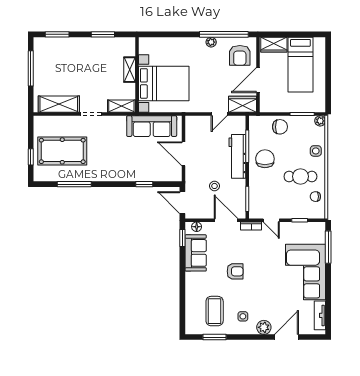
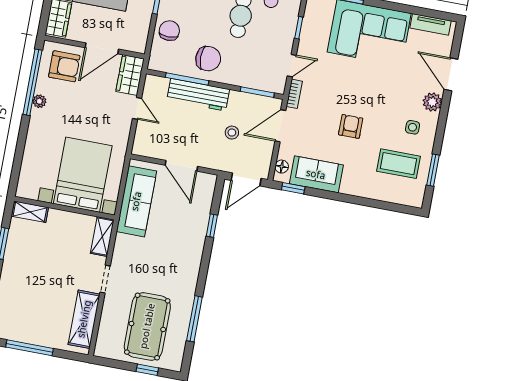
shelving: (130, 70) -> (30, 212), moved
door: (258, 80) -> (102, 48), hinge flipped
door: (183, 154) -> (181, 166), hinge flipped
chair: (265, 159) -> (208, 59), turned 180

